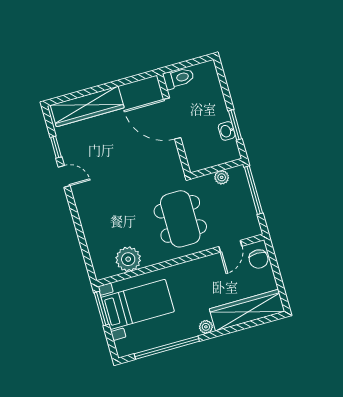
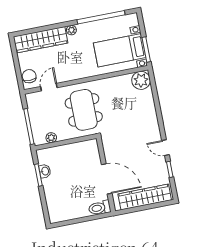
toilet: (179, 78) -> (100, 208), moved
door: (172, 119) -> (107, 179), moved
wall: (174, 124) -> (106, 175), moved
plant: (128, 259) -> (141, 80), moved

